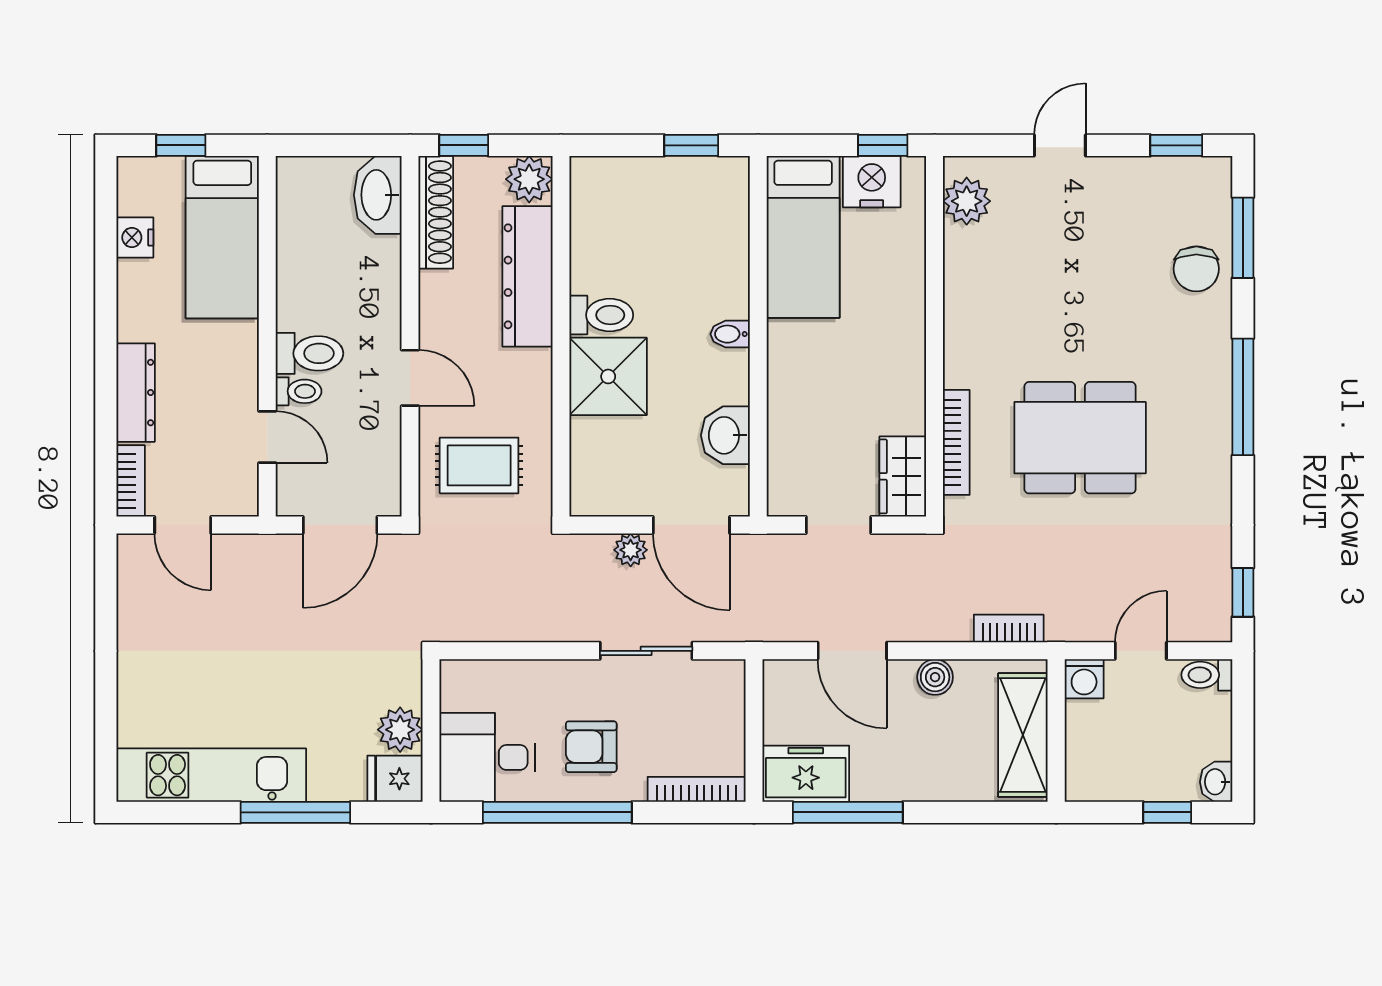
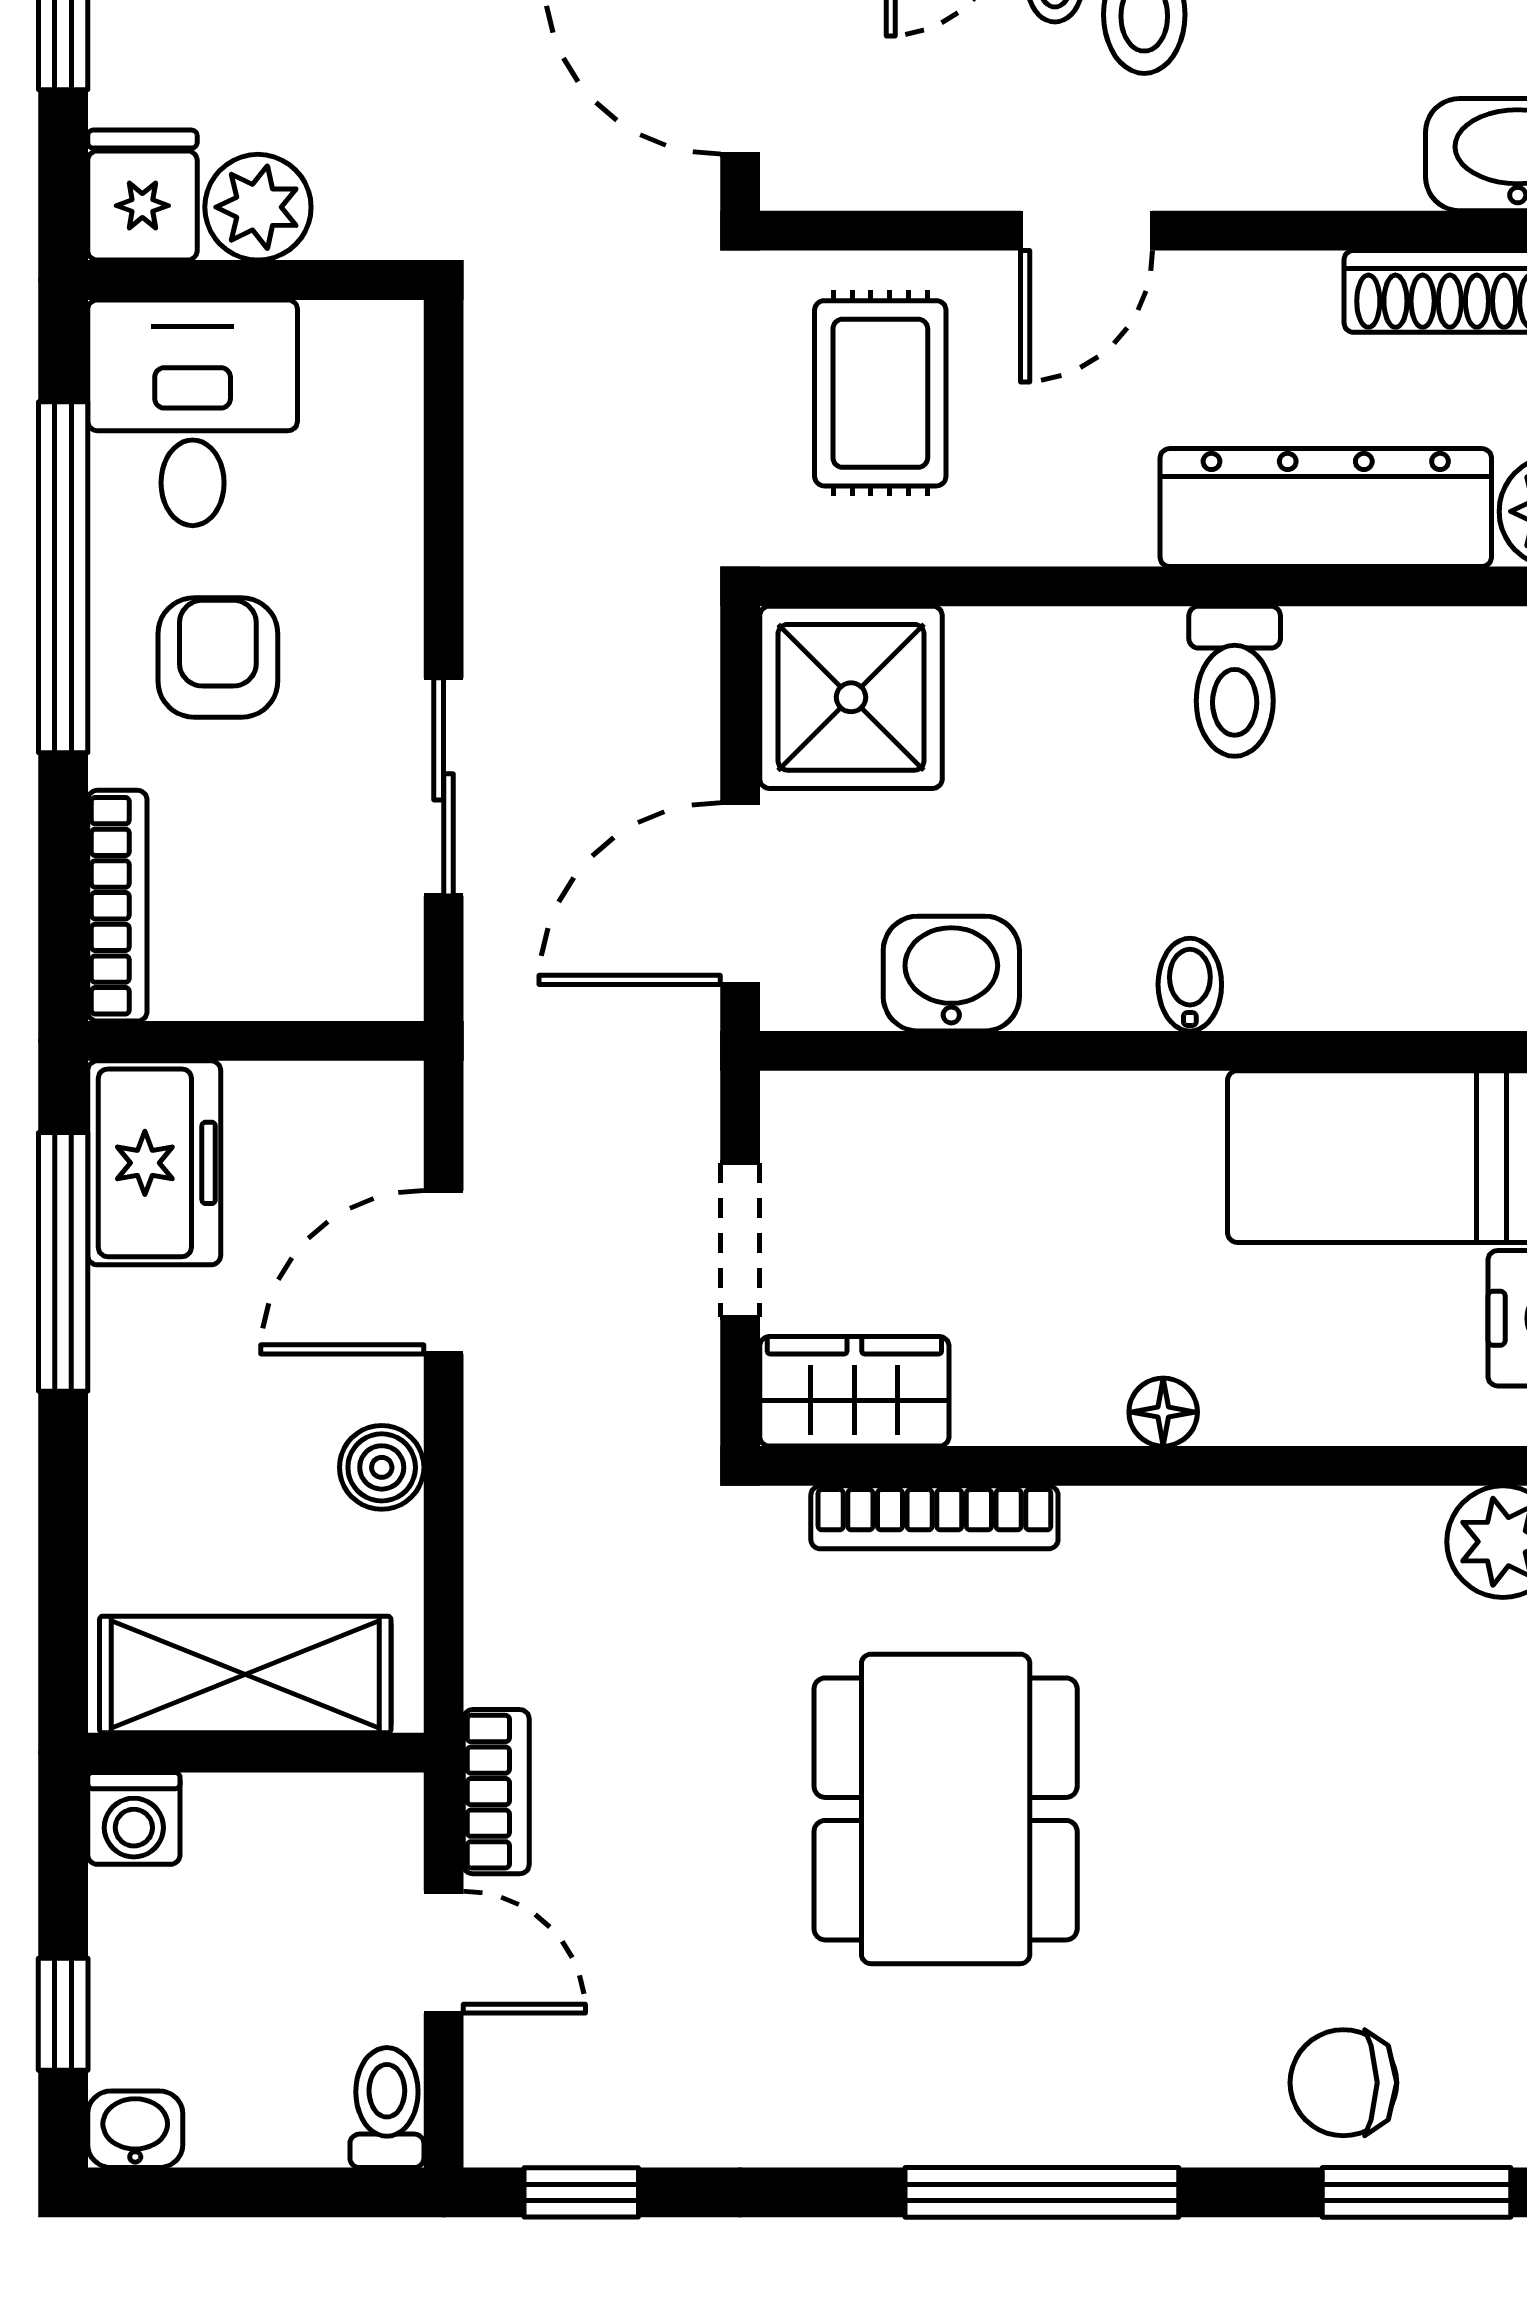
floor lamp: (912, 345) -> (1163, 1412), added
shower: (608, 376) -> (851, 697), moved
plant: (631, 550) -> (681, 750), removed
bookcase: (1009, 628) -> (496, 1792), moved
washing machine: (1084, 679) -> (134, 1818), moved, turned -90

